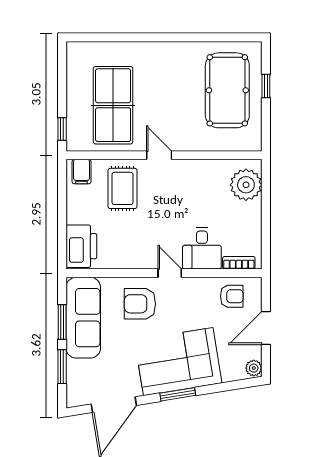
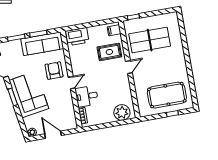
armchair: (232, 296) -> (66, 115), removed

